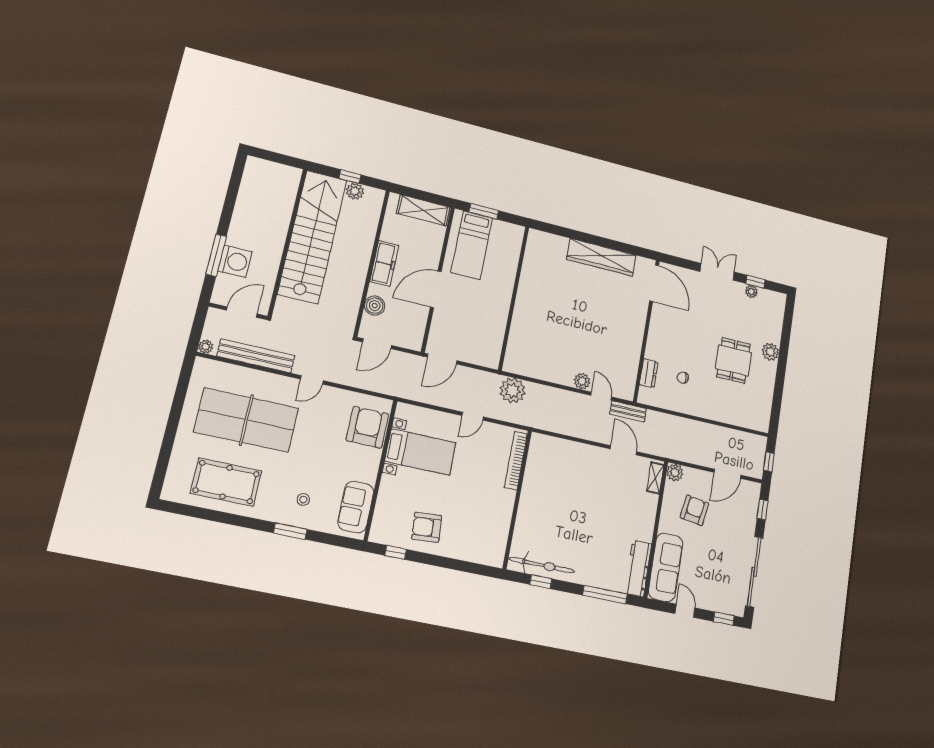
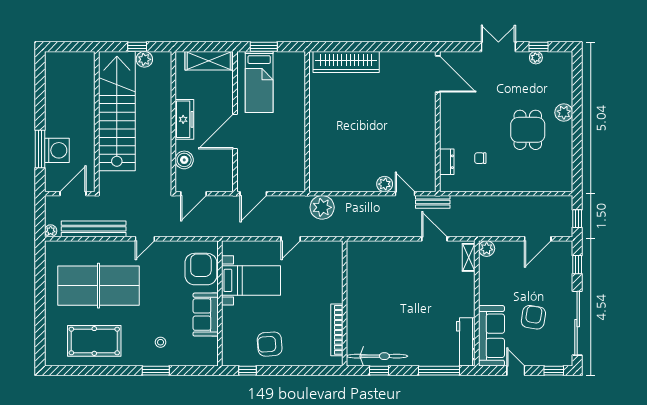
wardrobe: (602, 257) -> (346, 62), moved
bookcase: (516, 461) -> (337, 330), moved
sofa: (356, 507) -> (206, 315), moved
armchair: (694, 510) -> (533, 317), moved

